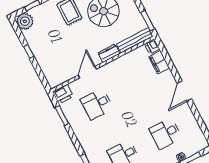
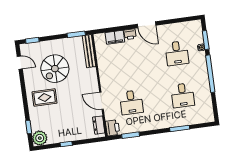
printer: (152, 47) -> (130, 34), moved
dresser: (109, 53) -> (99, 125), moved

